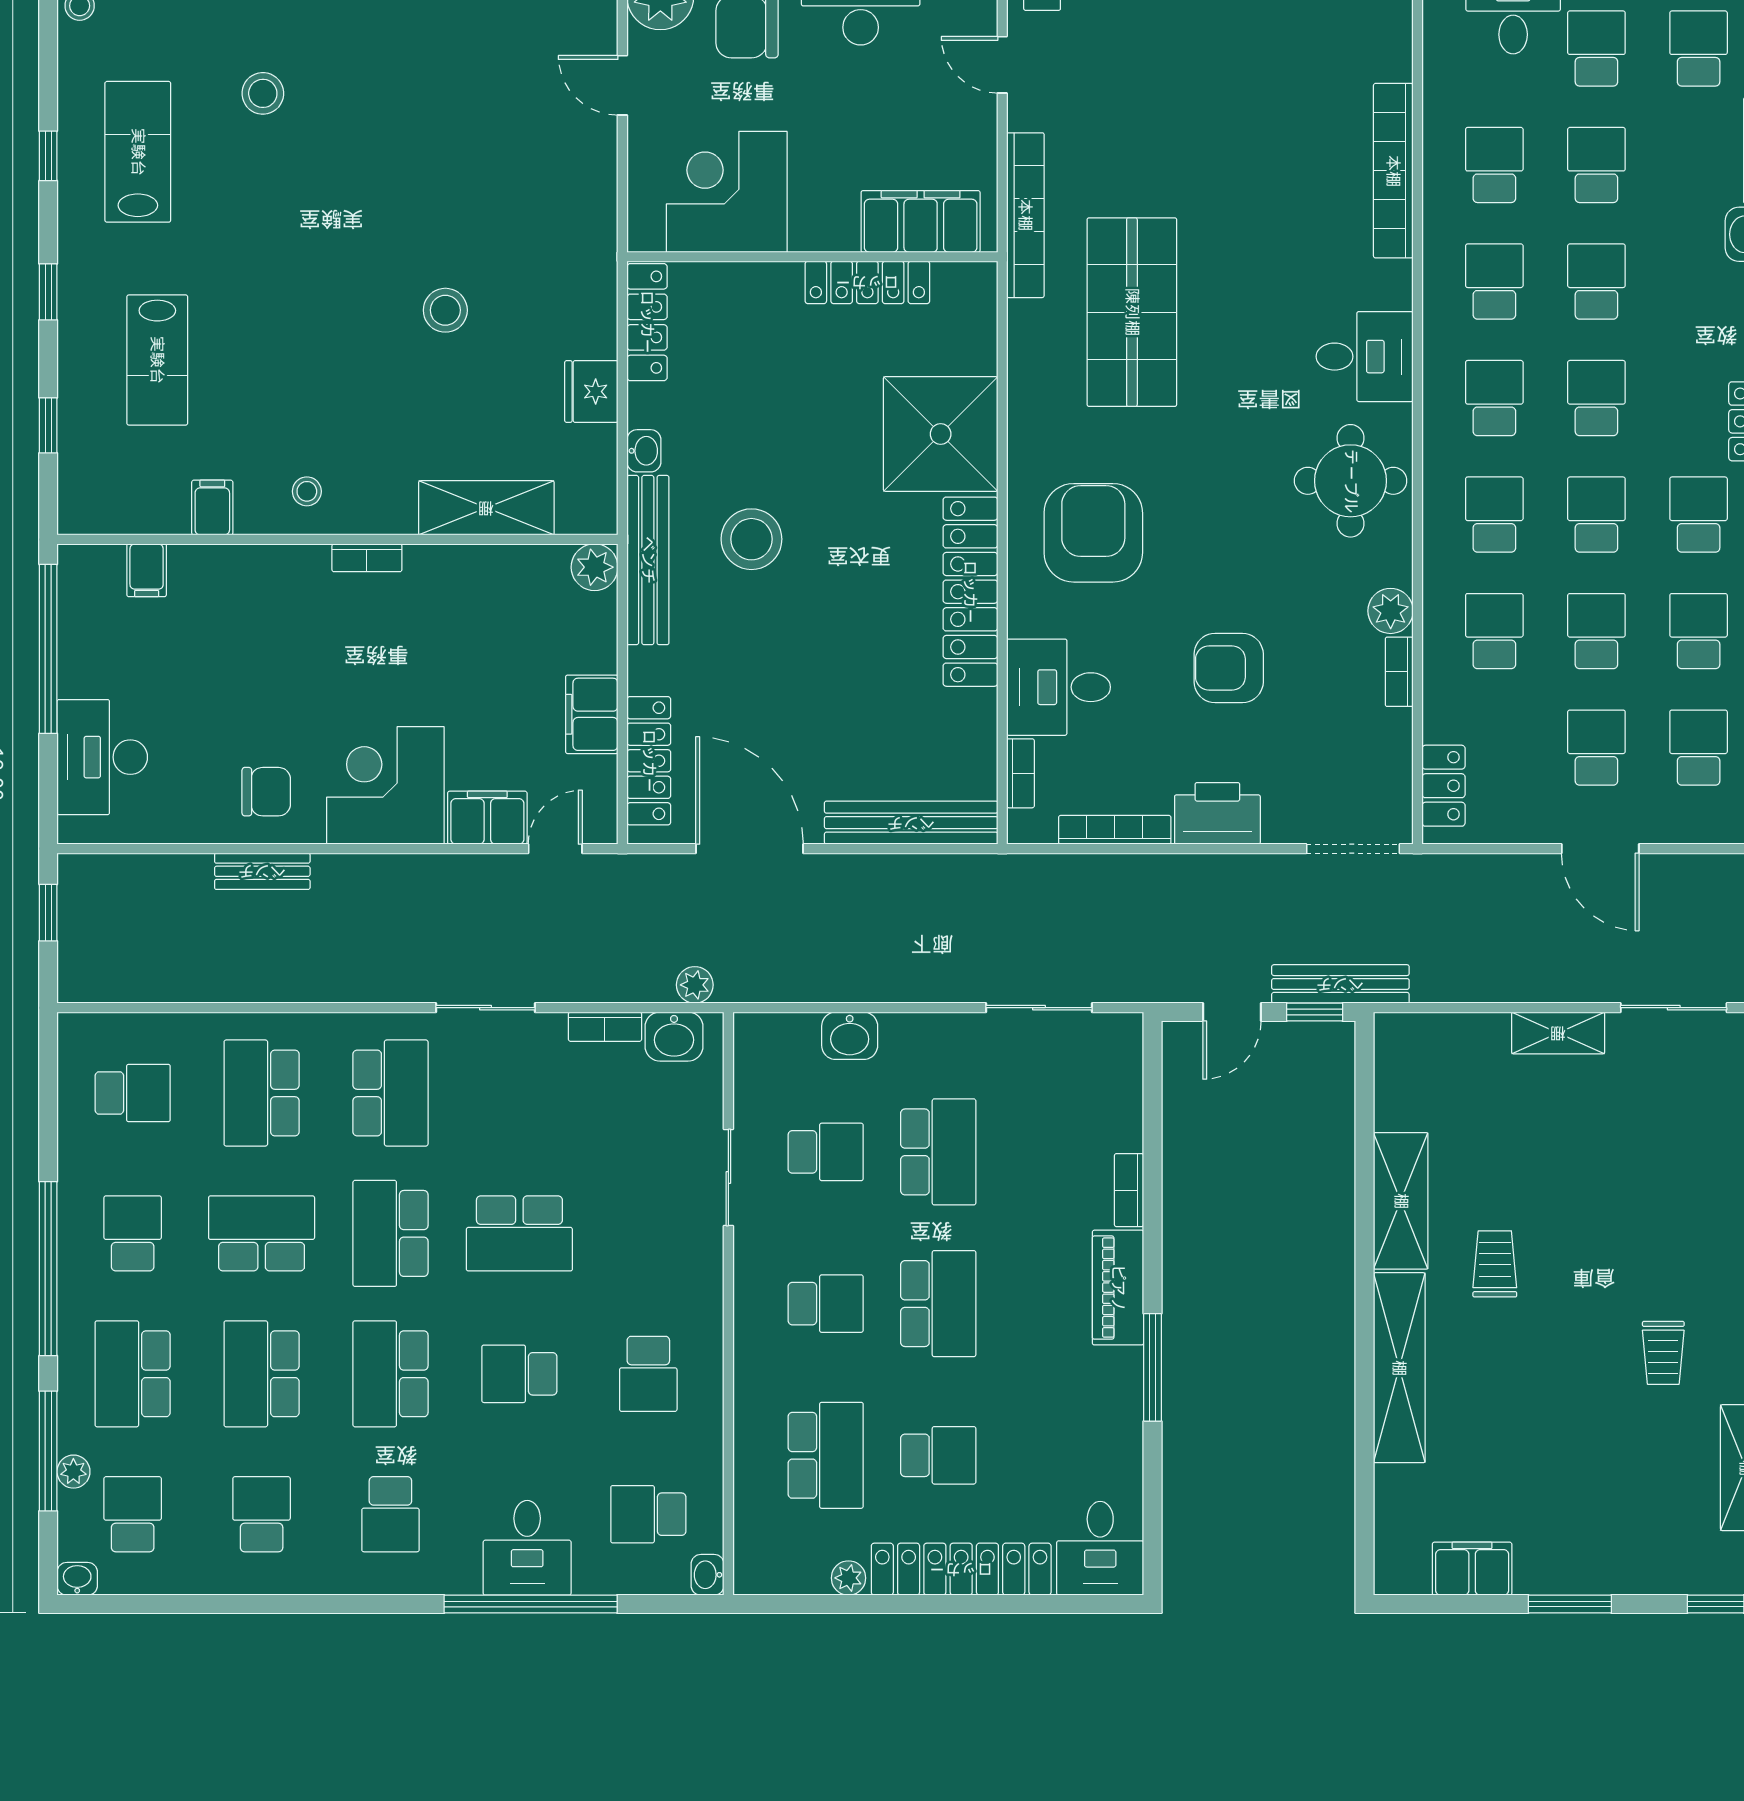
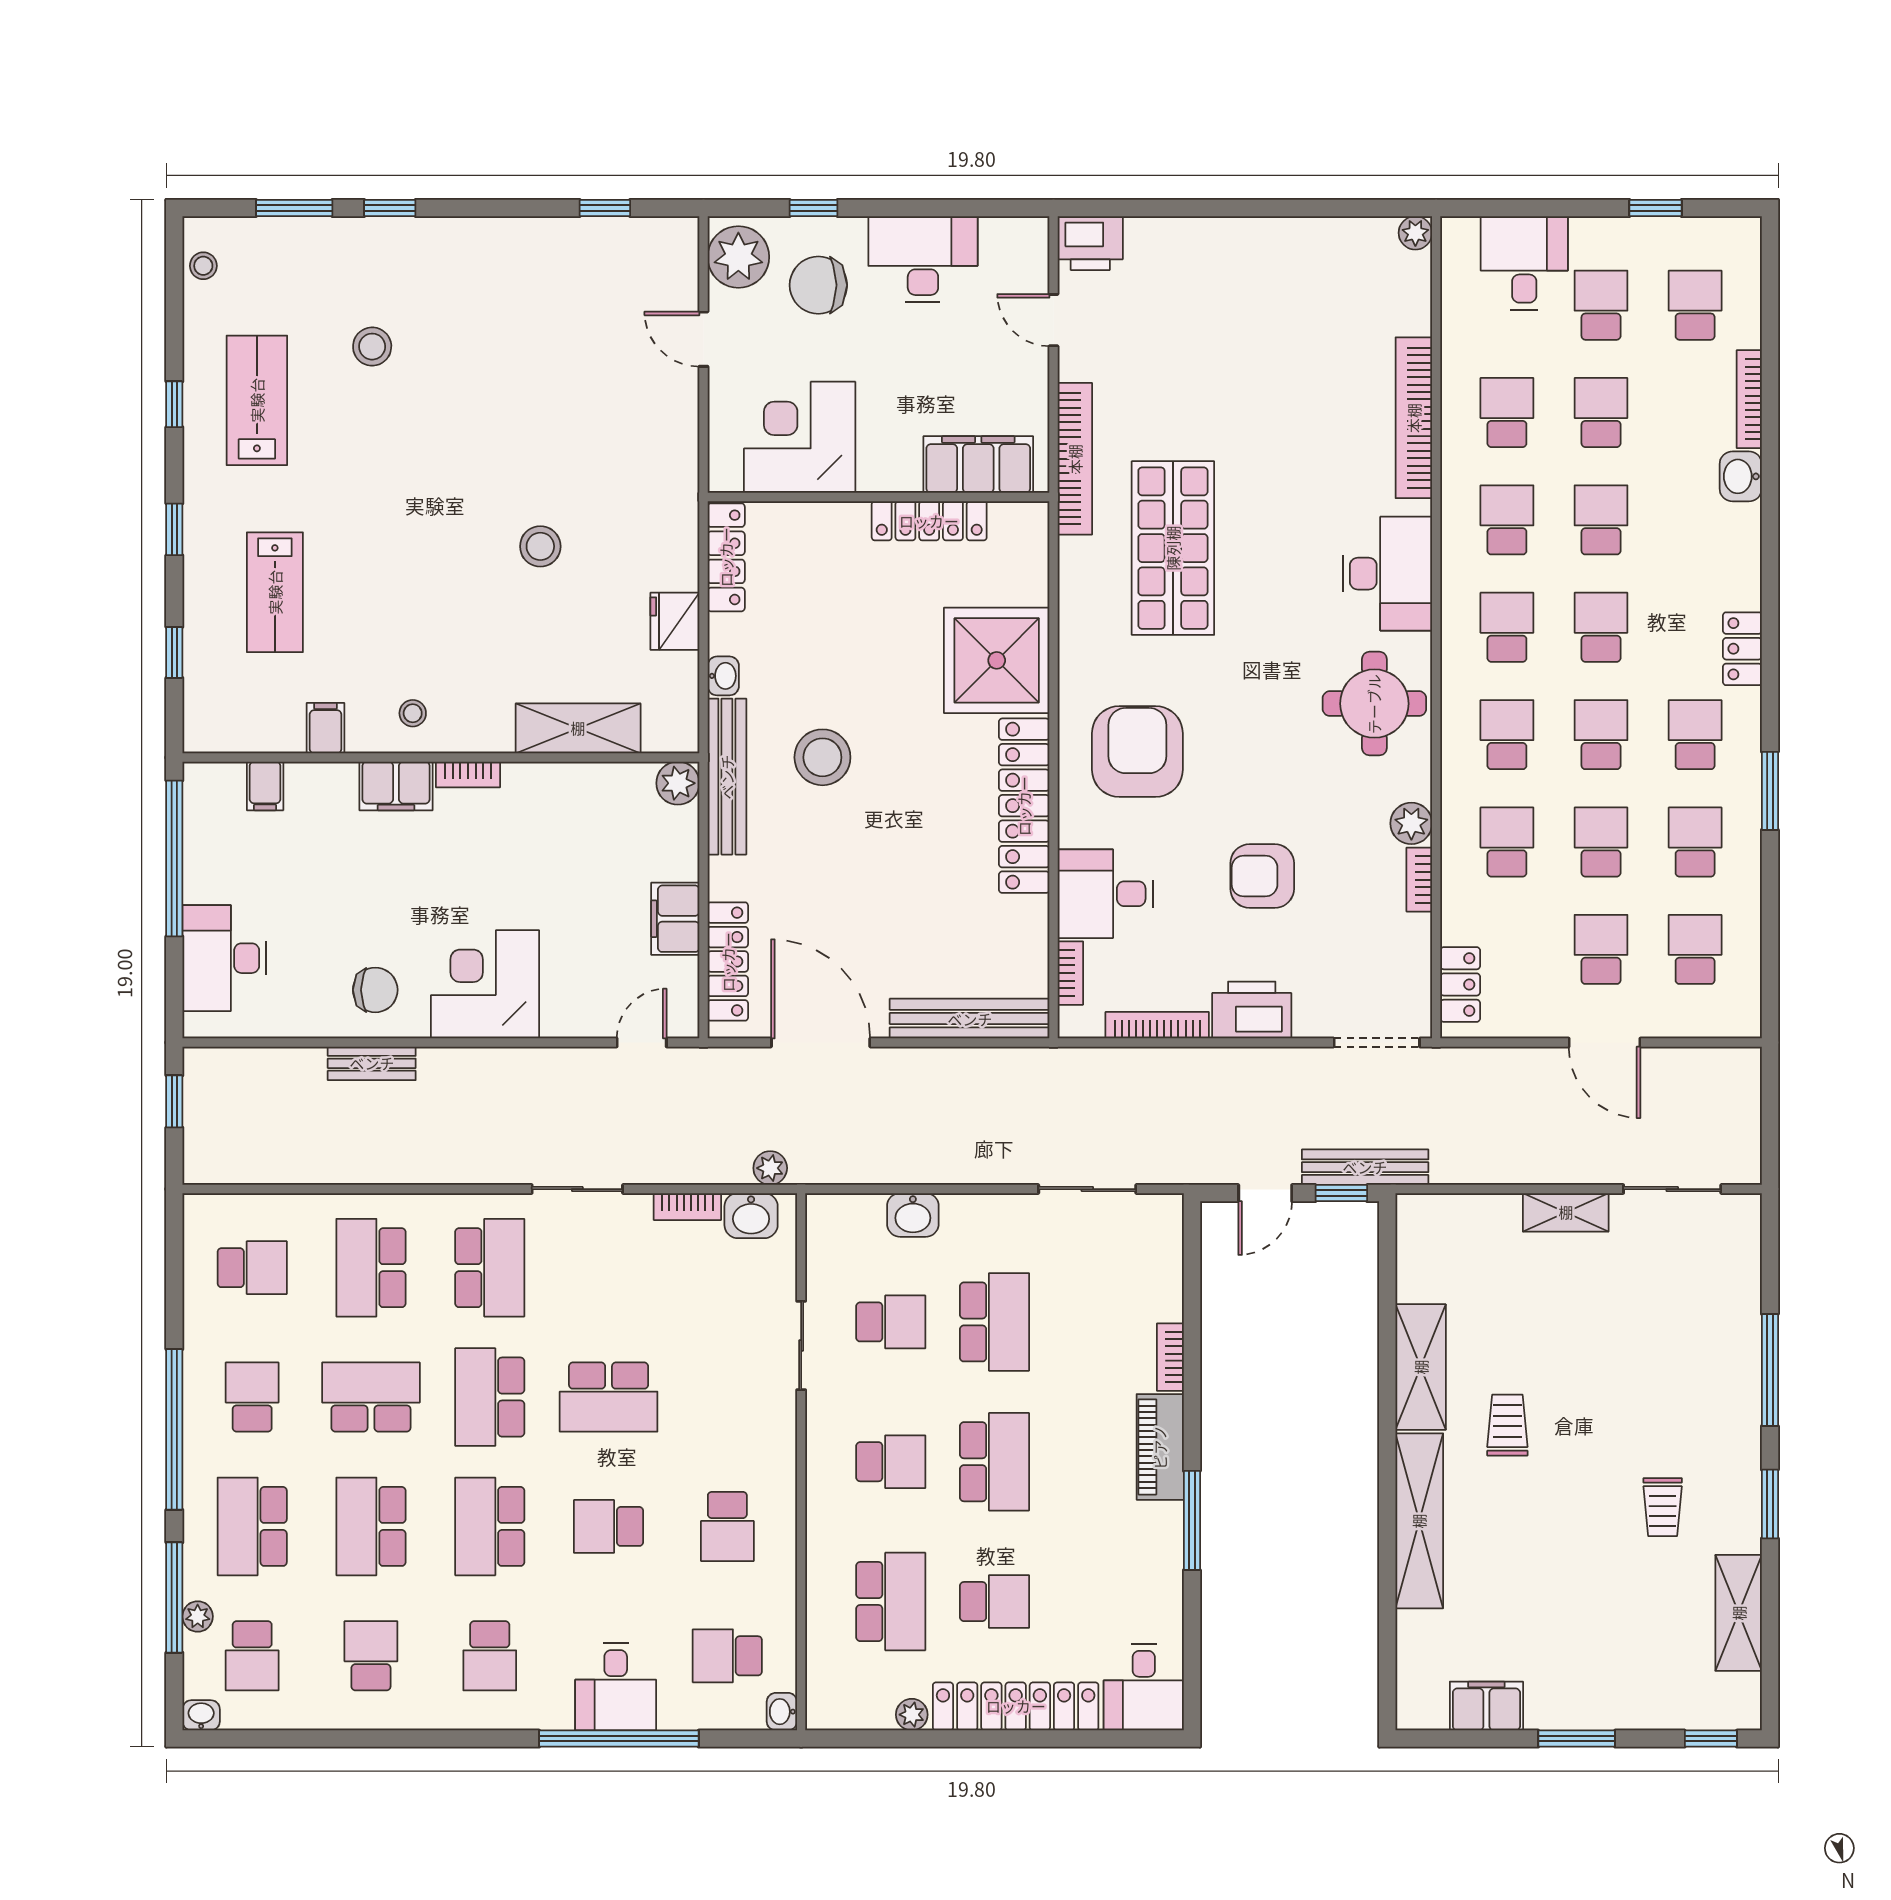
desk: (1365, 357) -> (1387, 574), width x1.37
filing cabinet: (487, 818) -> (396, 786), moved, turned 180
school desk: (133, 1514) -> (252, 1656), turned 180

